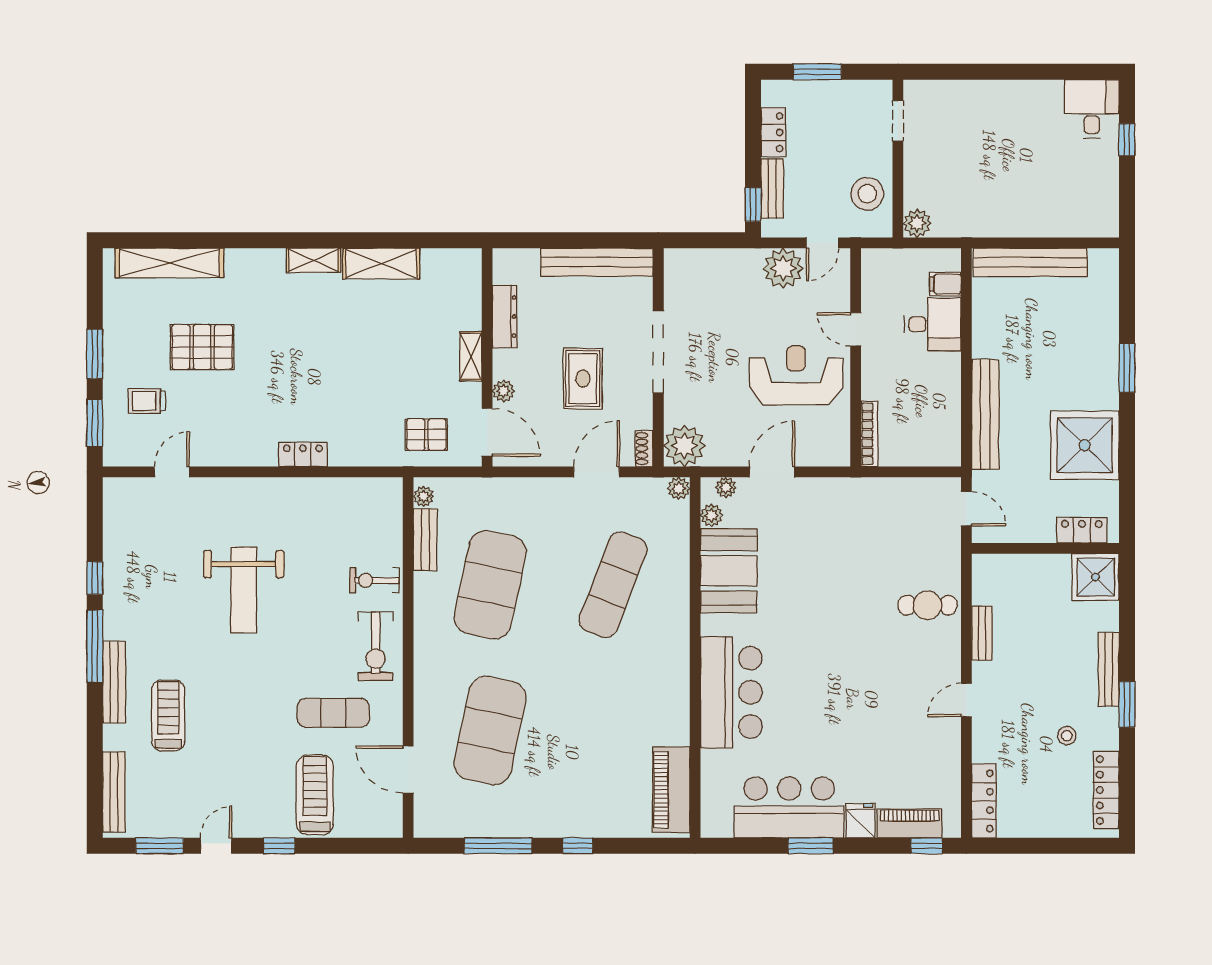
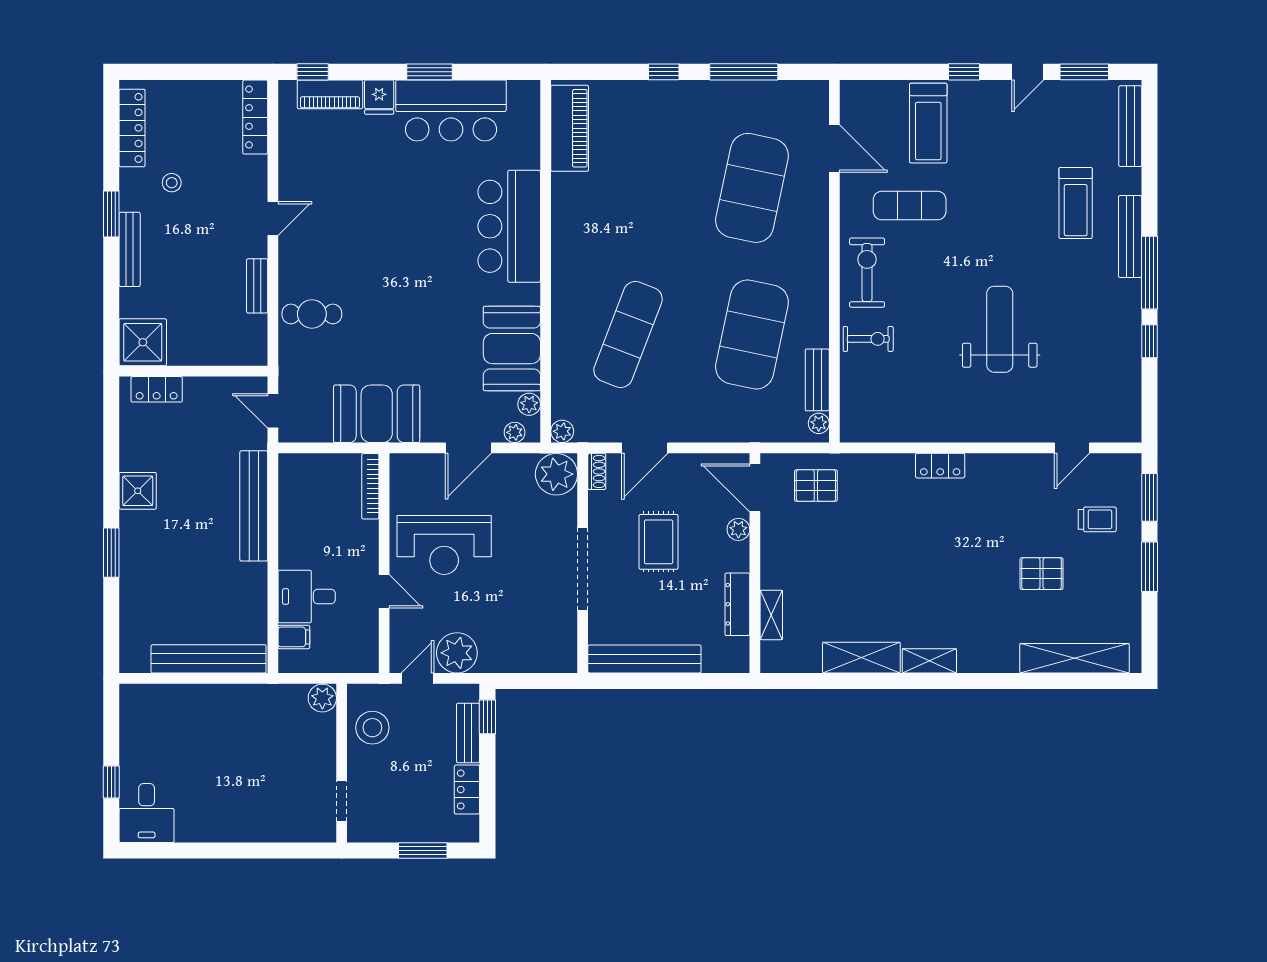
pallet: (202, 347) -> (1042, 574), width x0.67, depth x0.71
shelving: (471, 356) -> (771, 615), moved
shower: (1085, 445) -> (138, 491), width x0.54, depth x0.54
booth: (863, 506) -> (377, 414), added

